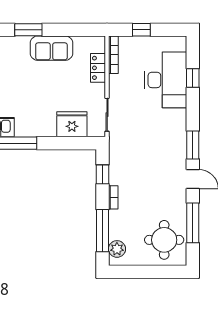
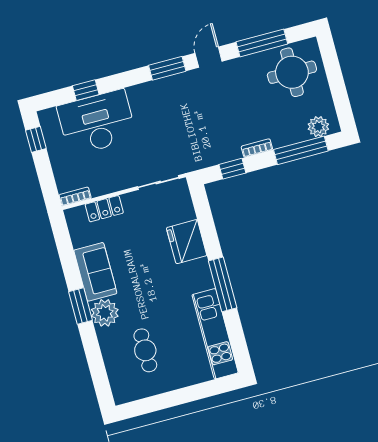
window: (141, 30) -> (36, 139), moved
plant: (18, 47) -> (105, 313), added
bookcase: (113, 55) -> (75, 197), width x0.64
fridge: (72, 124) -> (187, 242), moved

